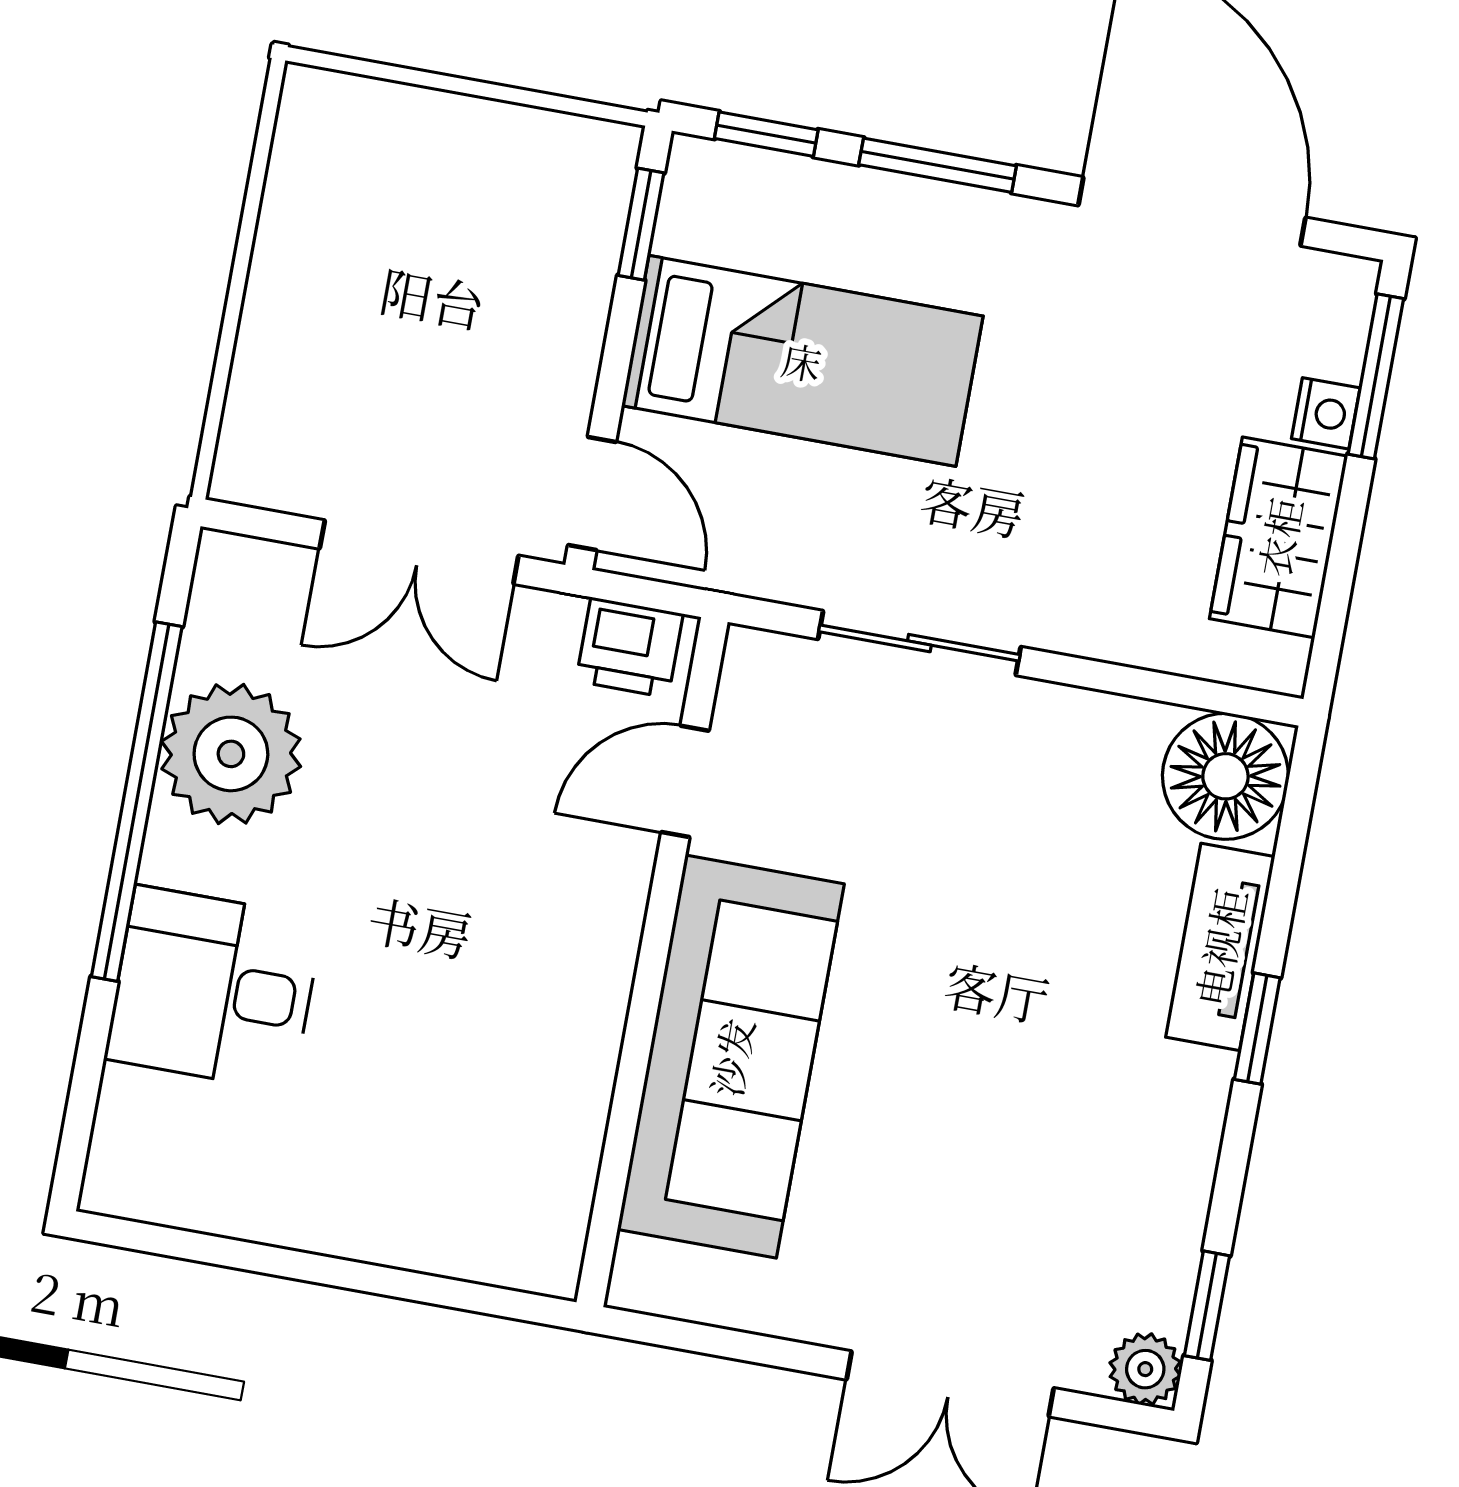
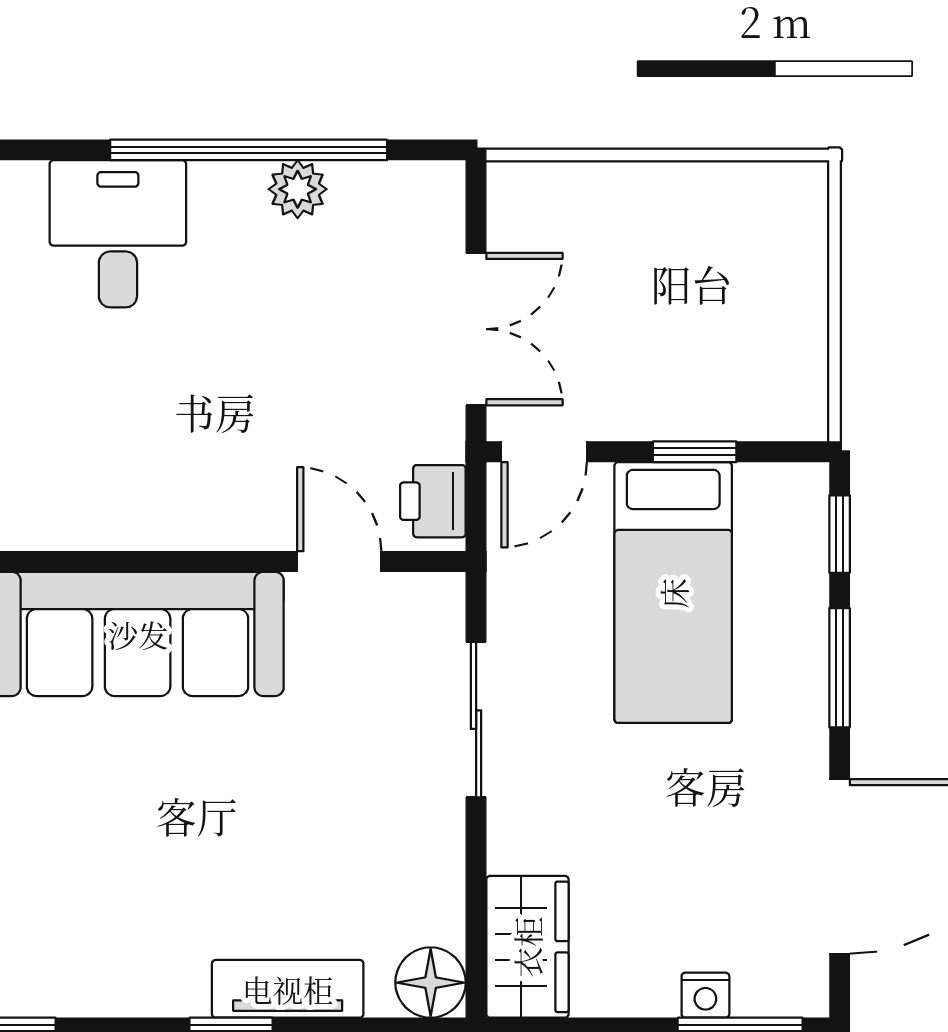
window: (641, 224) -> (695, 452), moved
wardrobe: (1279, 537) -> (527, 947), moved, turned 90
double door: (419, 552) -> (476, 329), swing flipped
plant: (231, 754) -> (298, 189), width x0.53, depth x0.53
floor lamp: (1225, 776) -> (431, 983), width x0.73, depth x0.73

